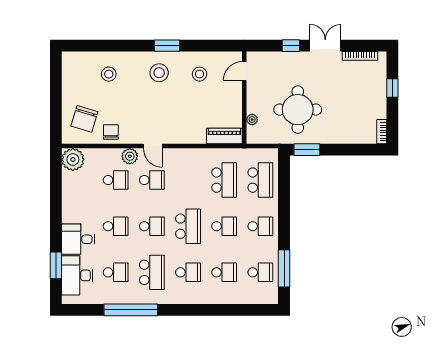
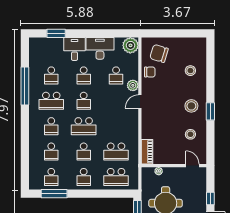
school desk: (152, 180) -> (116, 101), removed
desk: (77, 275) -> (100, 48), moved

